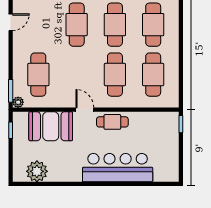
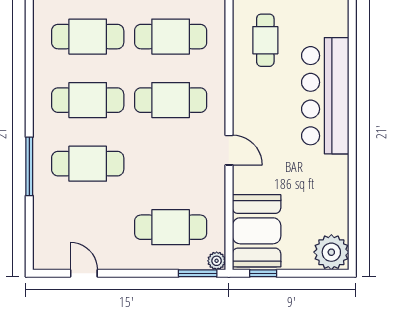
door: (85, 110) -> (229, 150), swing flipped
cafe table: (112, 122) -> (265, 40), moved
booth: (51, 126) -> (257, 231), moved
plant: (37, 171) -> (331, 252), moved

